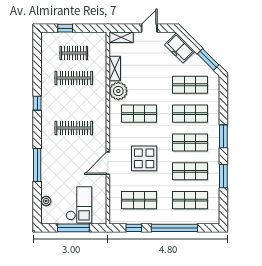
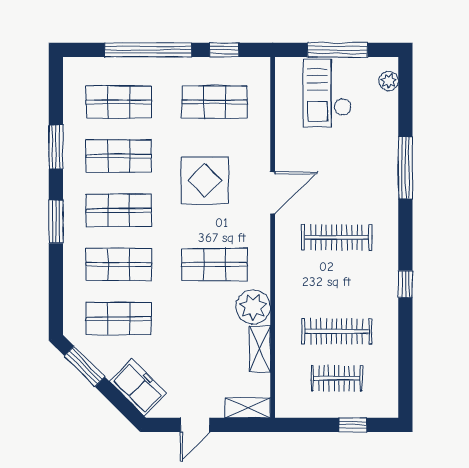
door: (108, 163) -> (273, 193), moved
plant: (46, 201) -> (389, 81), moved

